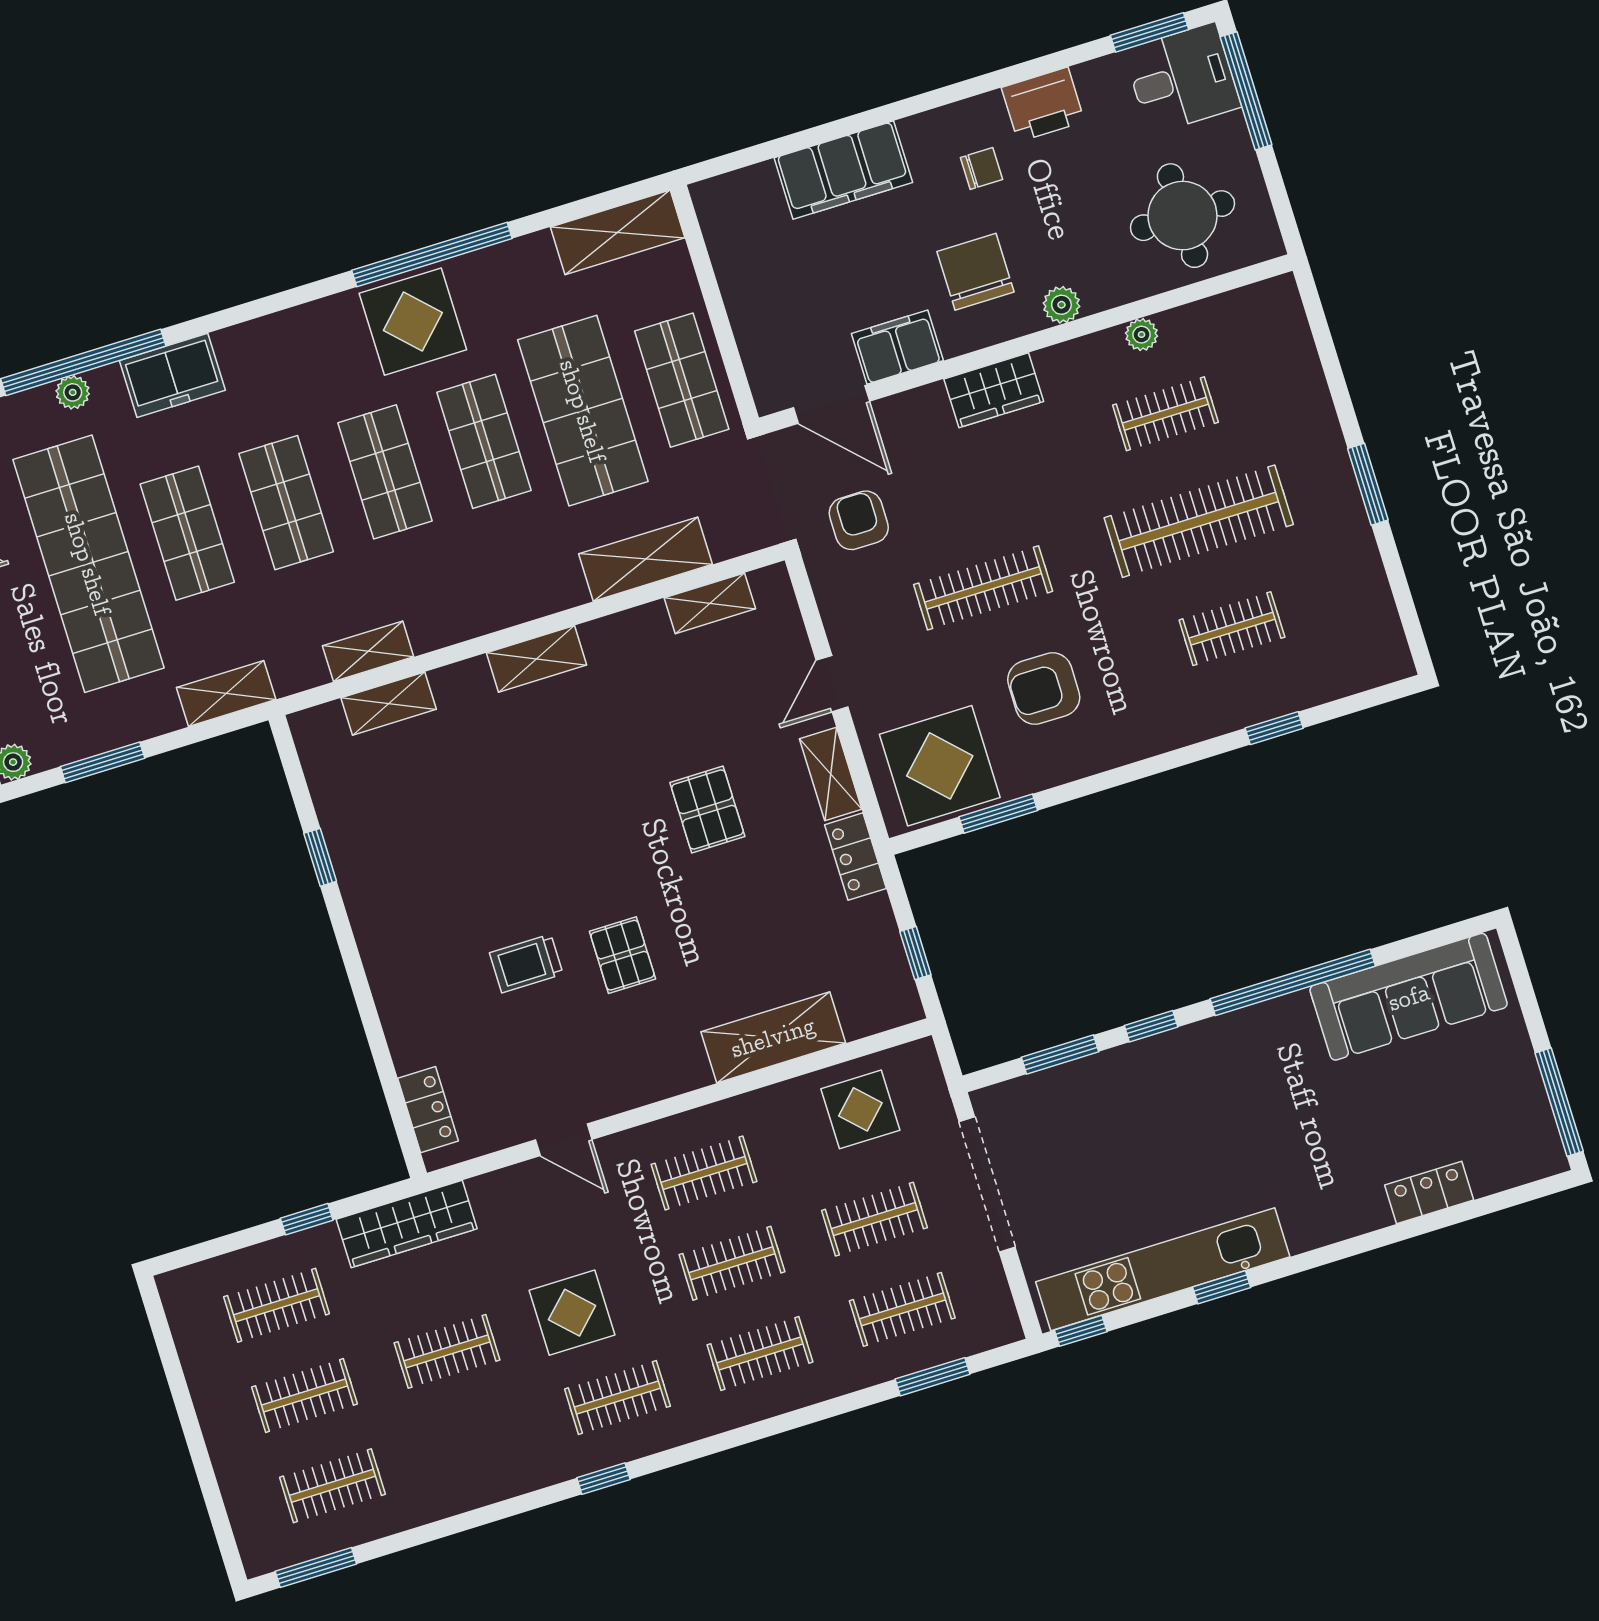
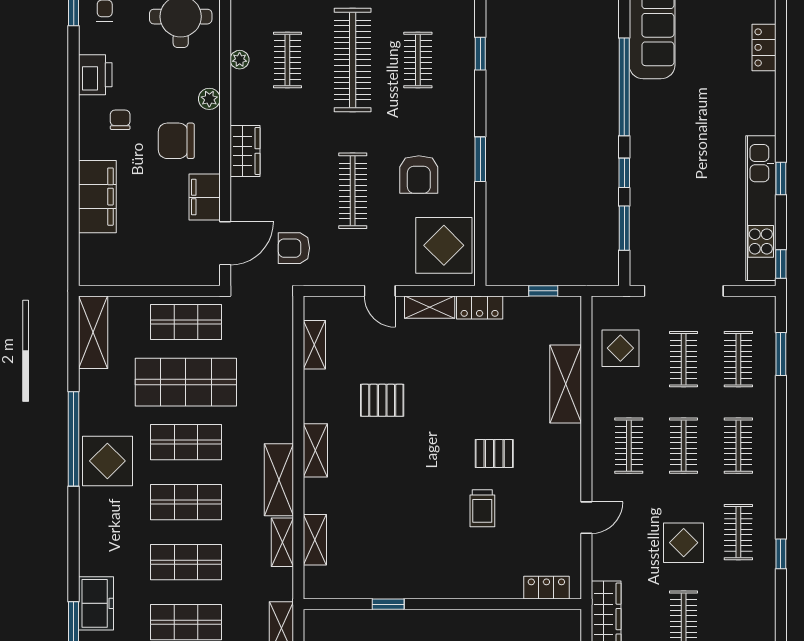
shelving: (646, 559) -> (279, 480), moved
pallet: (707, 810) -> (382, 400), moved
window: (998, 814) -> (480, 159), moved

